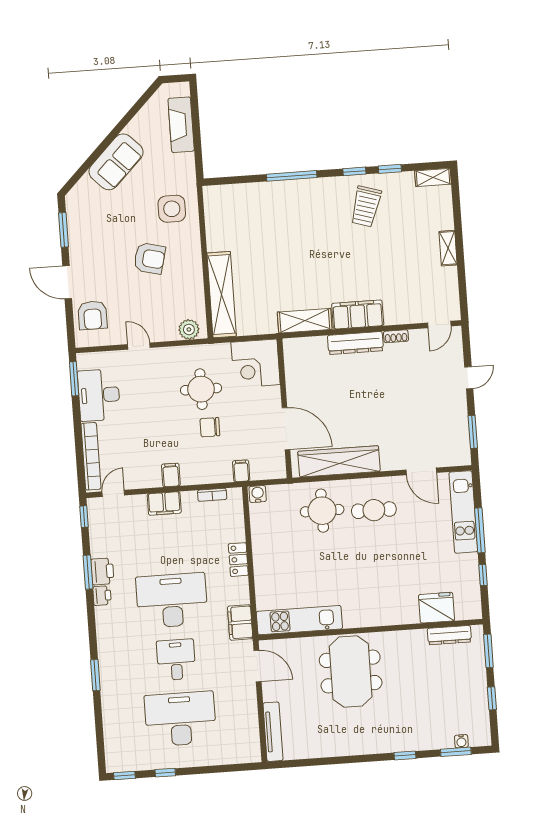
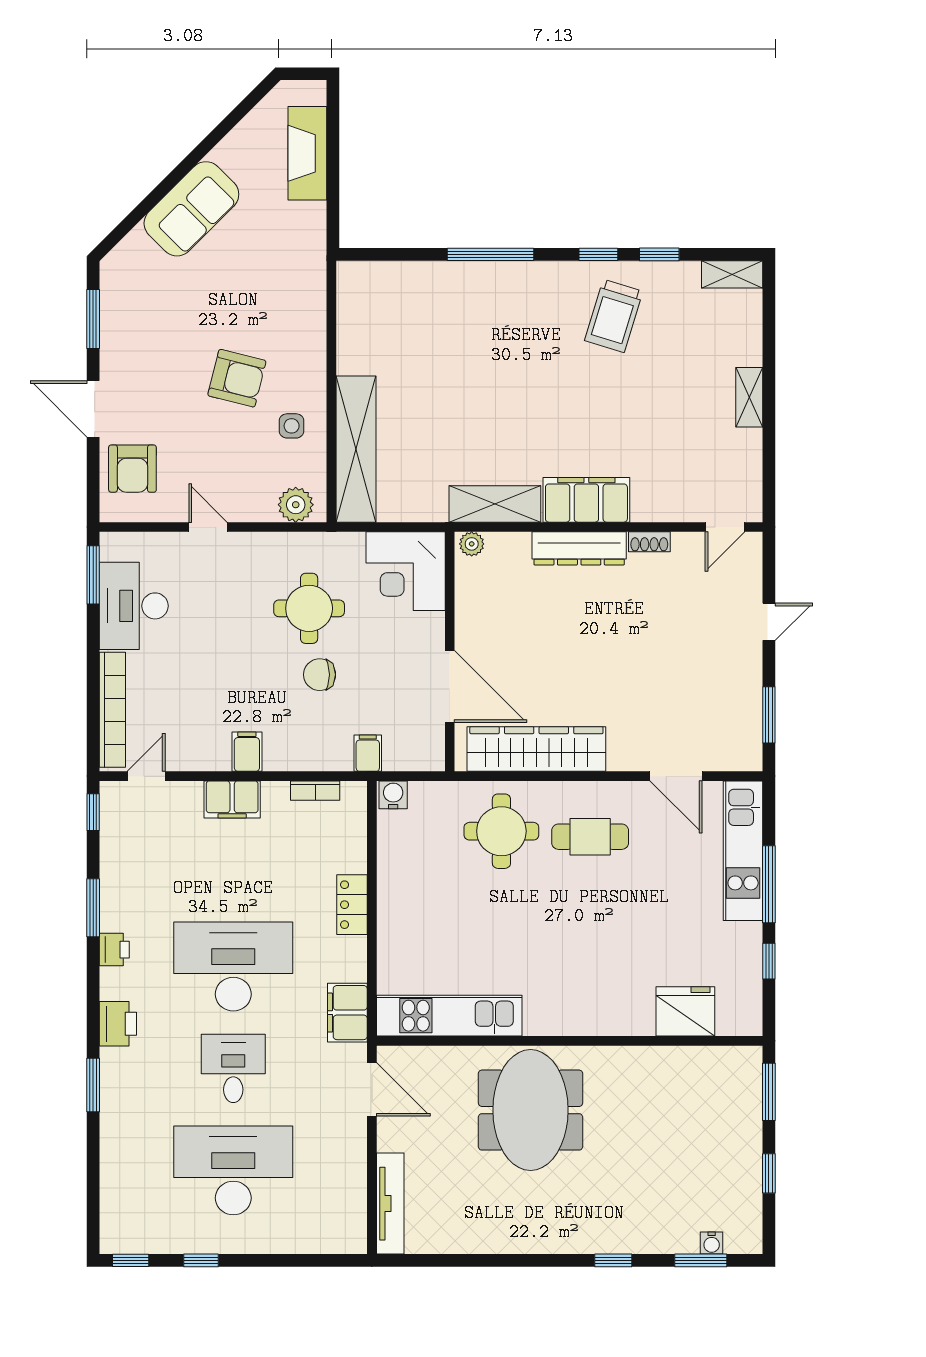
side table: (172, 209) -> (292, 426), moved, width x0.54, depth x0.54
plant: (293, 345) -> (472, 544), added
printer: (102, 571) -> (118, 1024), moved
dresser: (449, 635) -> (704, 1060), removed

